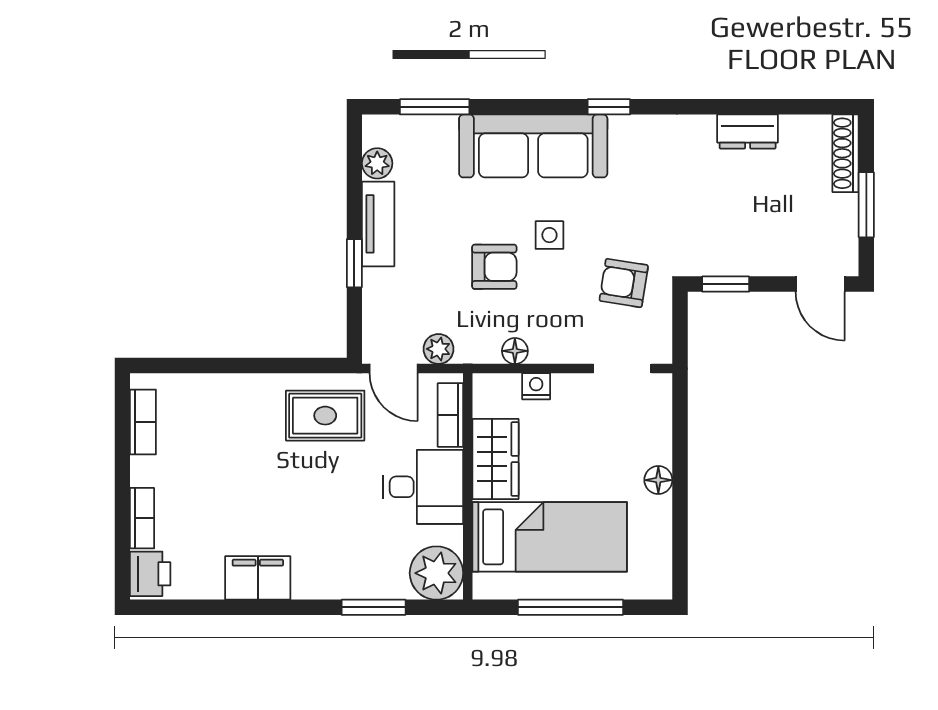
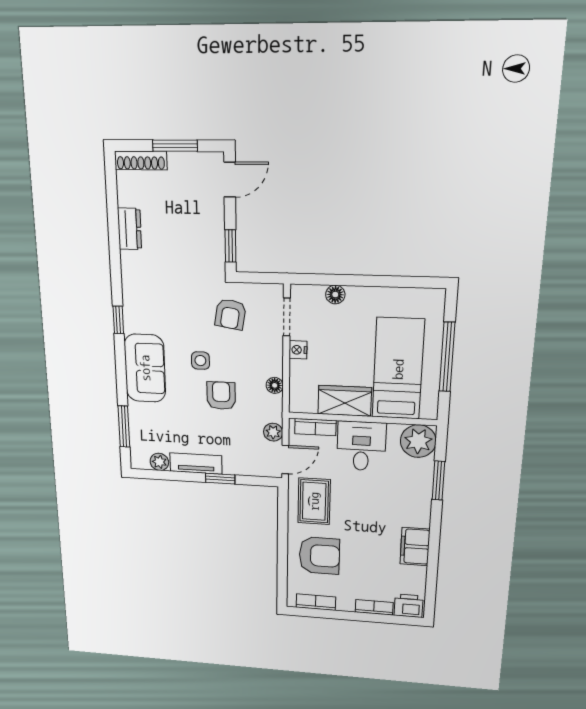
sofa: (533, 146) -> (145, 368), width x0.73
nightstand: (536, 386) -> (298, 350), moved
armchair: (229, 426) -> (319, 556), added
floor lamp: (658, 480) -> (335, 295), moved

